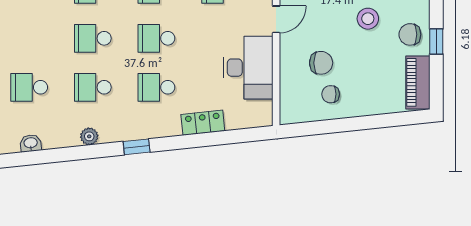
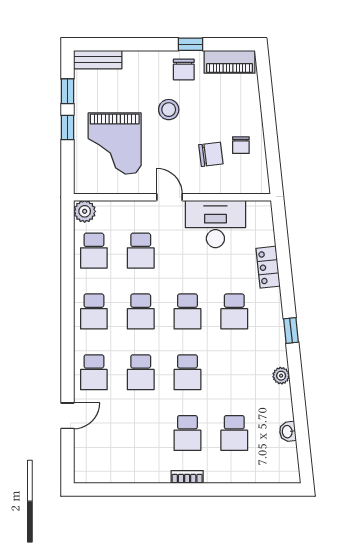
chair: (321, 63) -> (211, 154), turned 83
school desk: (93, 87) -> (187, 433), moved

